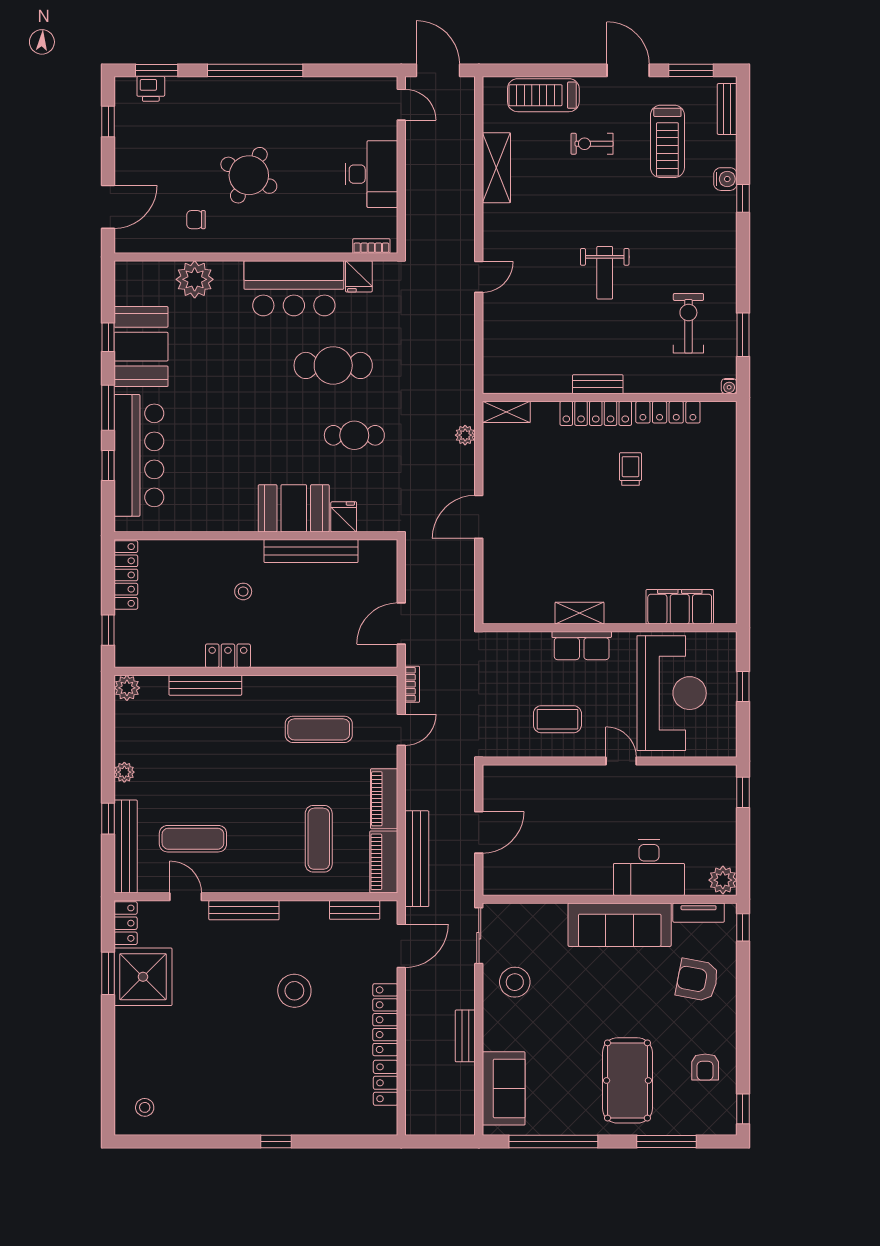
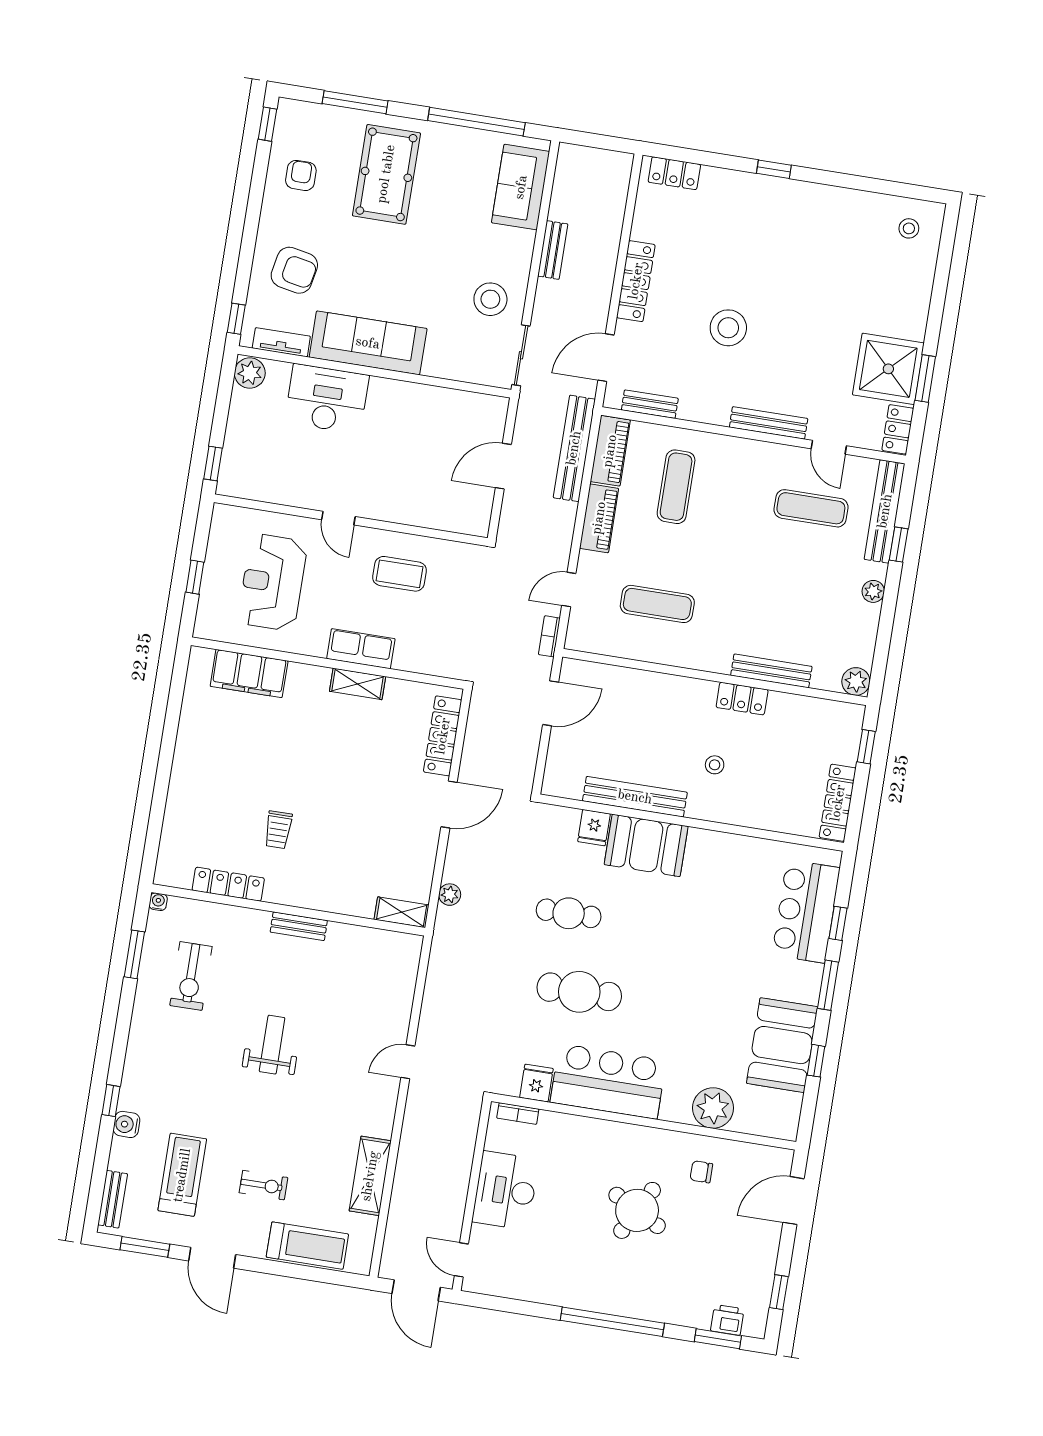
chair: (196, 220) -> (701, 1172), turned 180
locker: (596, 413) -> (443, 736), moved, turned -90
bar counter: (139, 455) -> (806, 911), width x0.73
reception desk: (672, 693) -> (273, 582), width x0.74, depth x0.77
locker: (386, 1083) -> (674, 173), moved, turned 90

